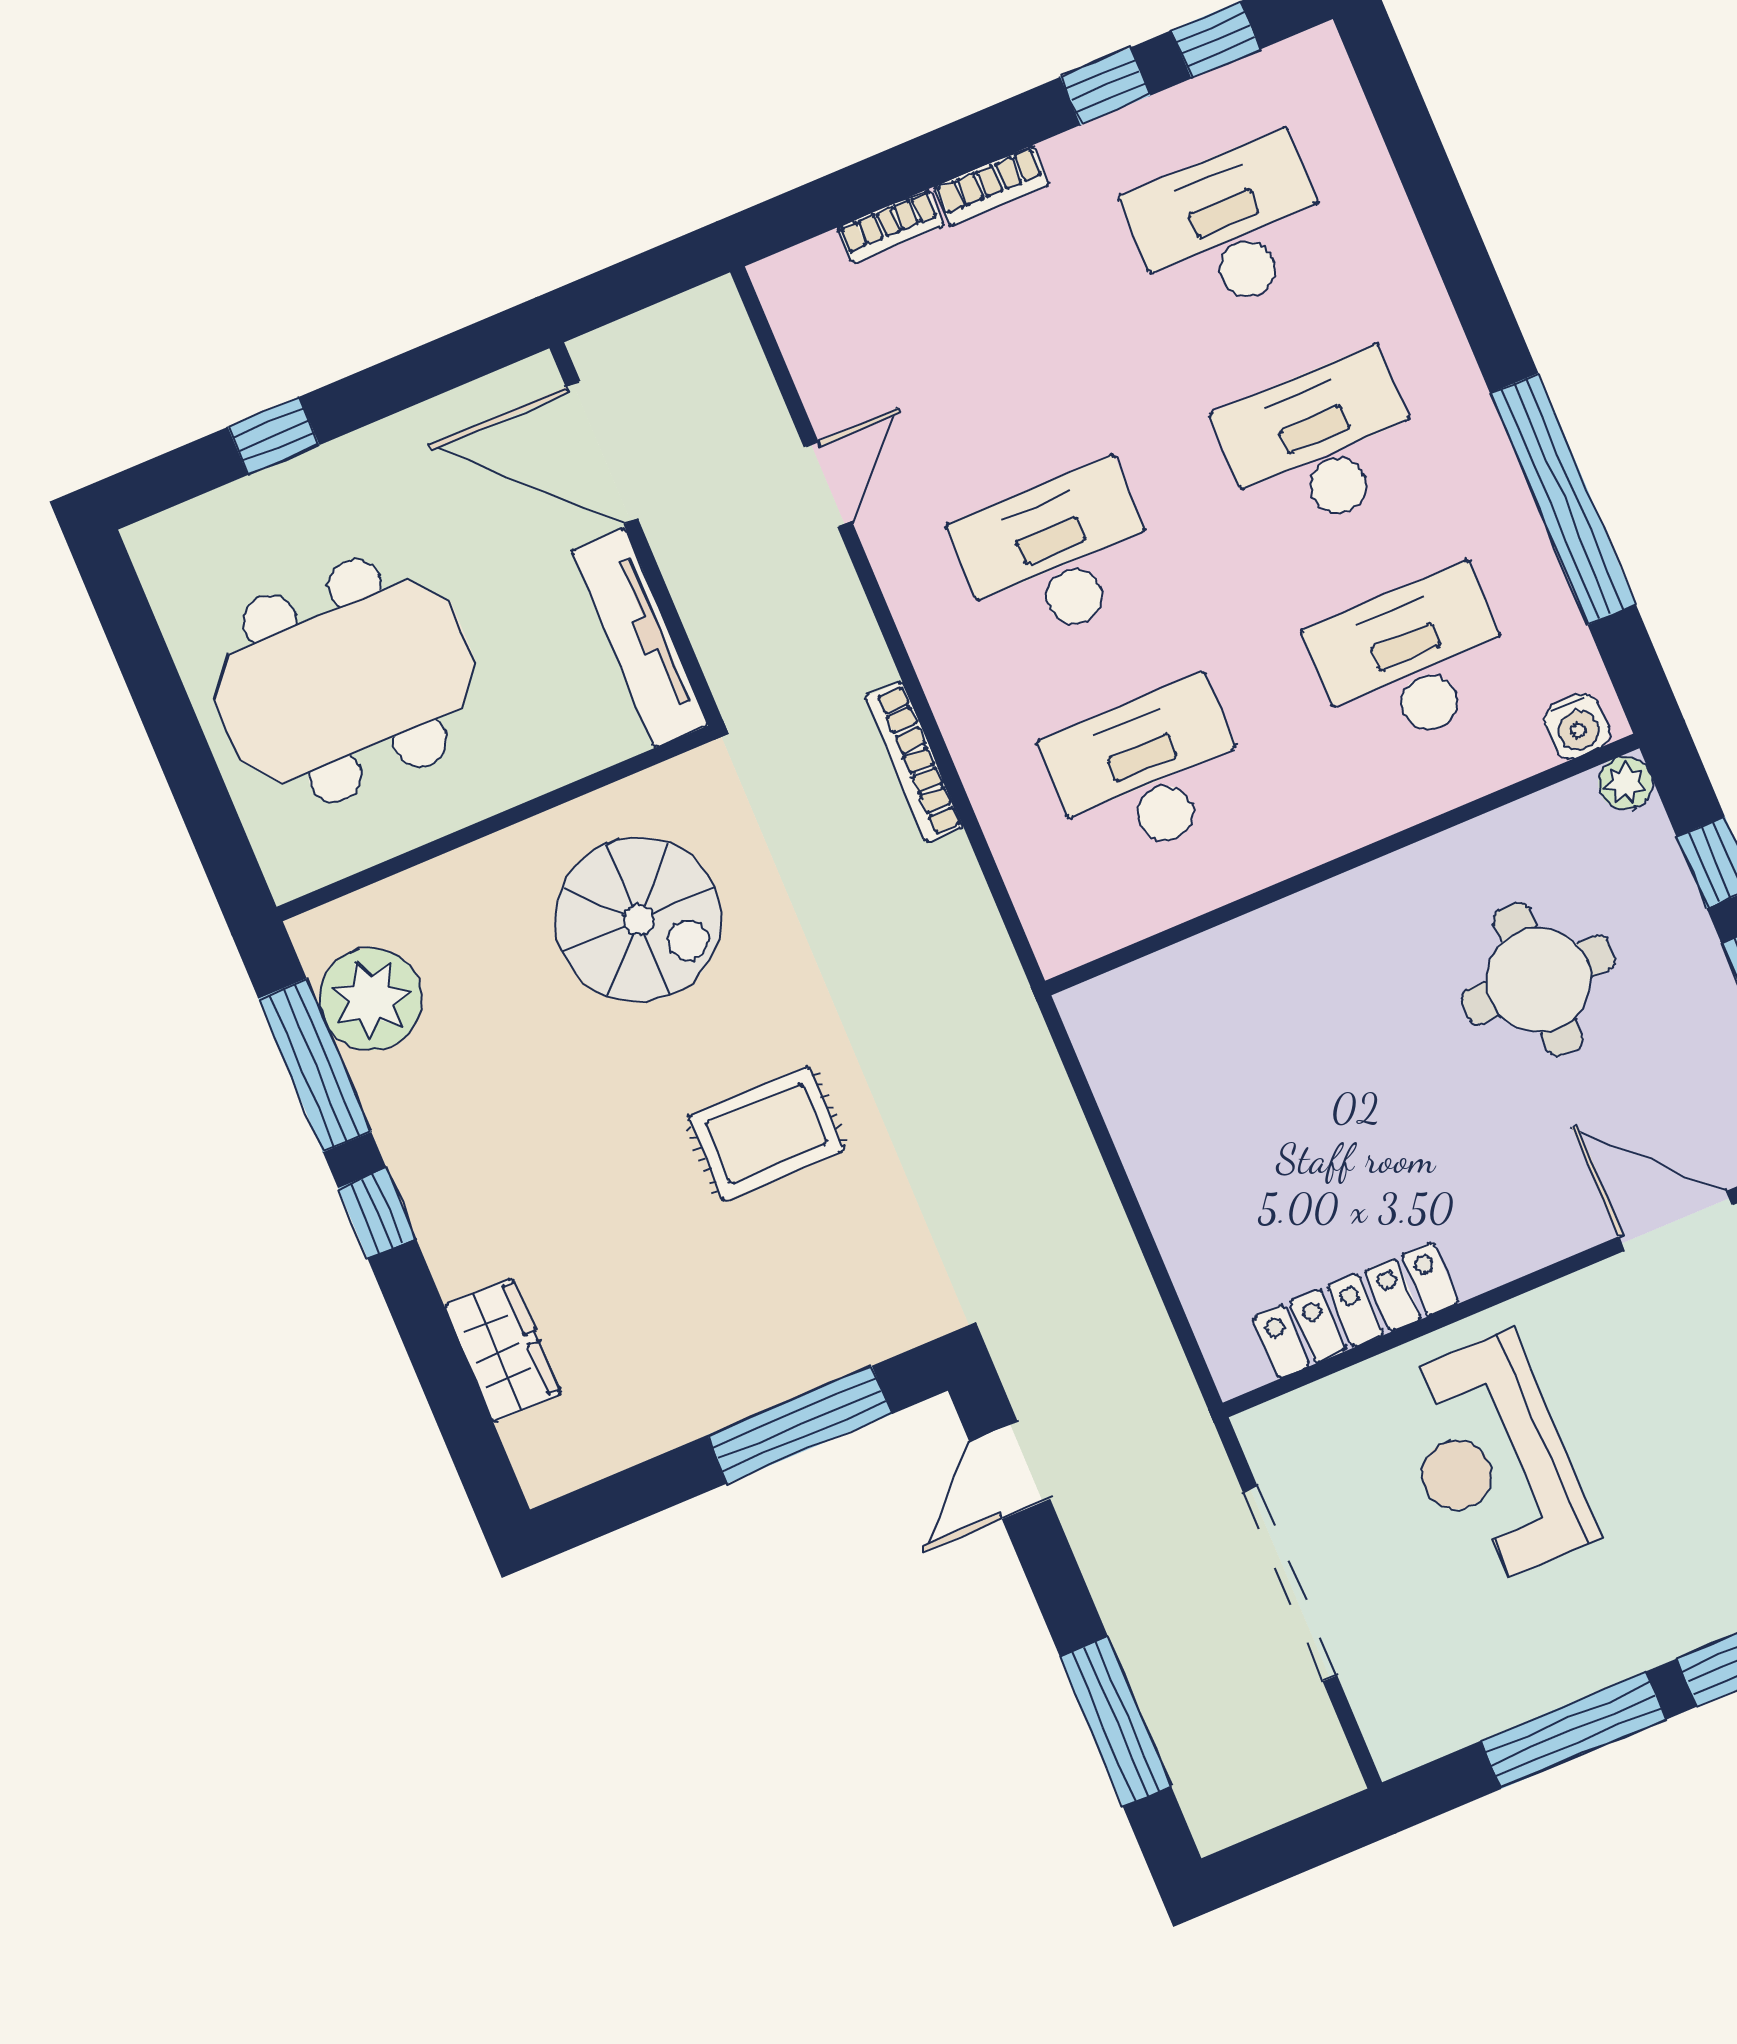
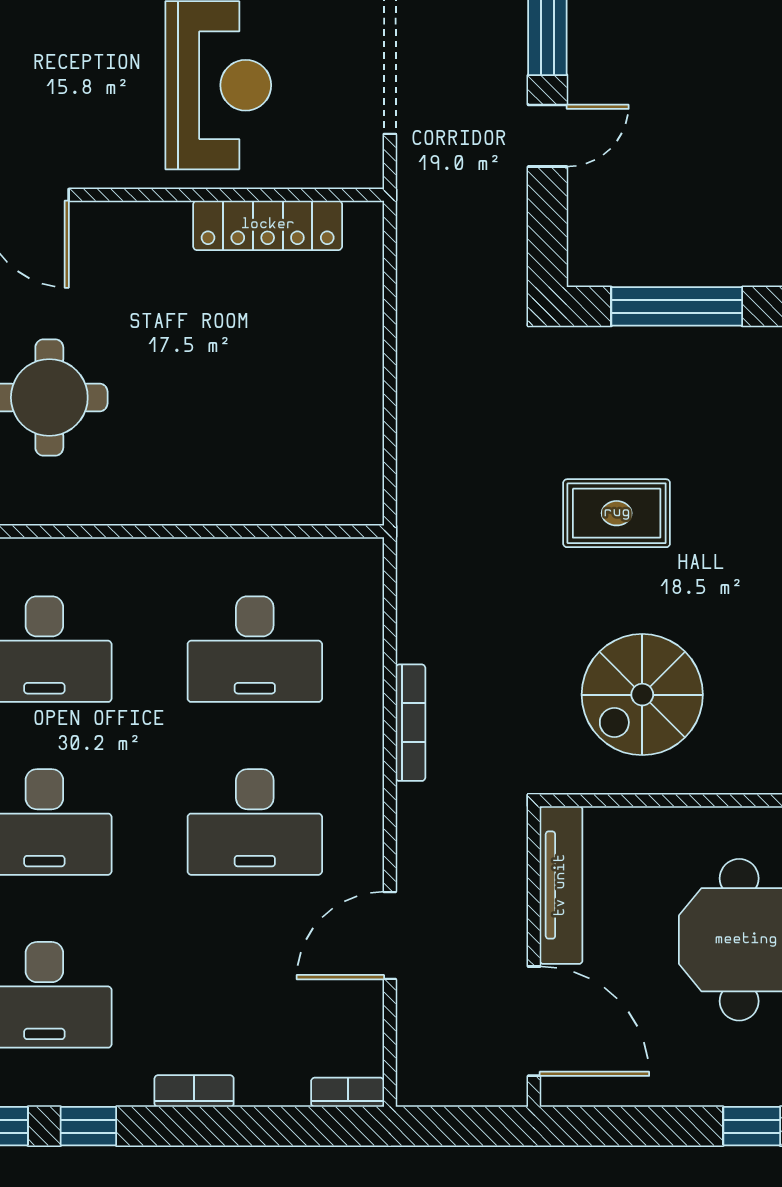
bookcase: (890, 227) -> (348, 1092), moved
door: (828, 484) -> (390, 935), width x1.38
spiral stairs: (638, 919) -> (642, 695), turned -90
door: (1010, 1470) -> (547, 136), moved

